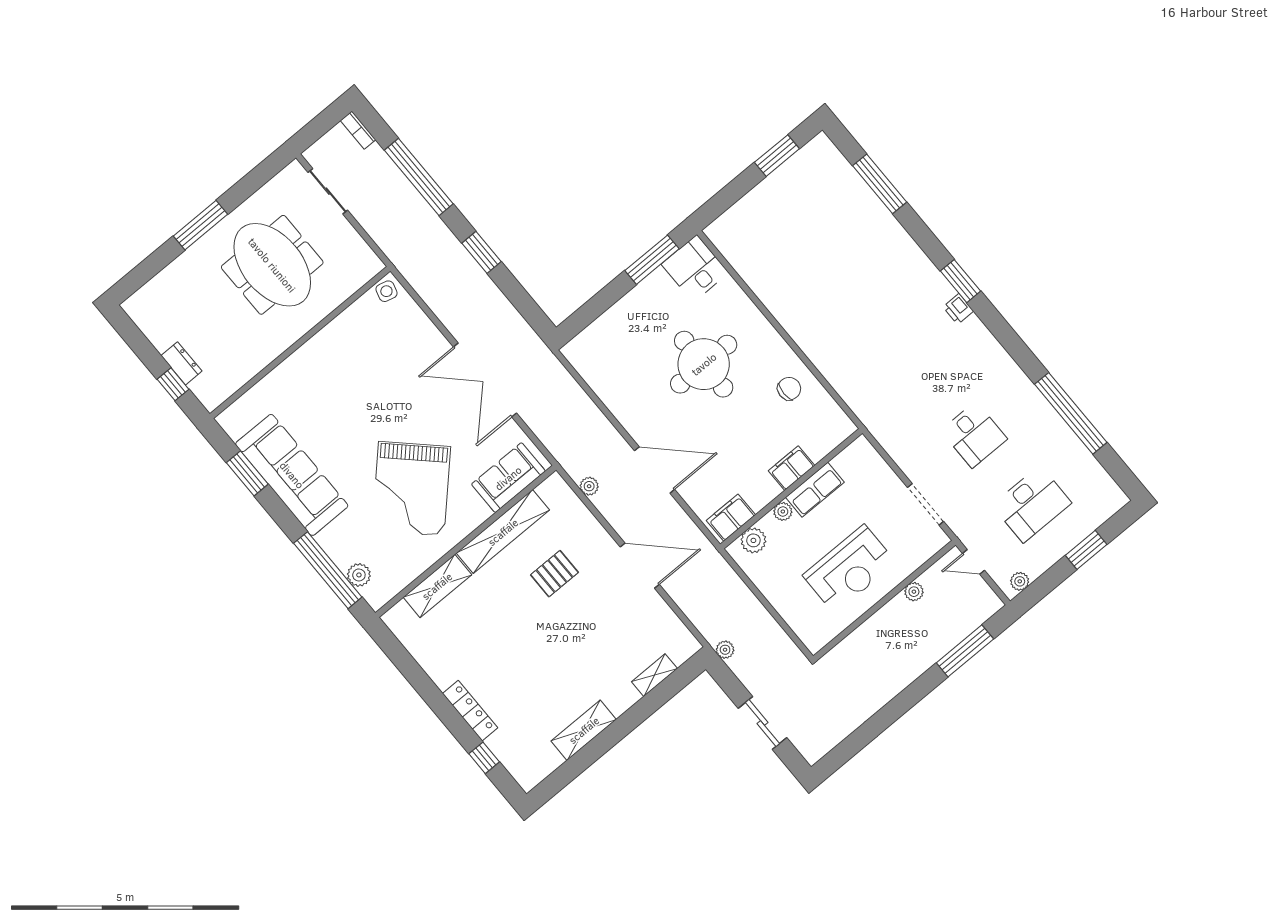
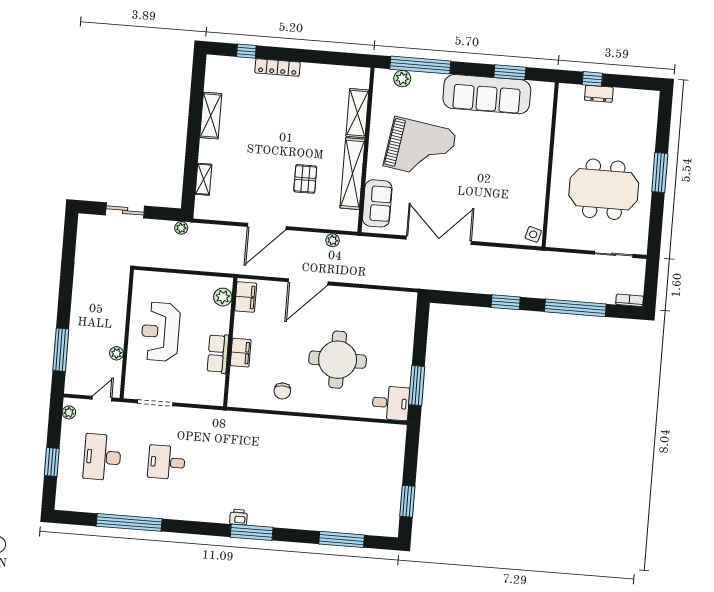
window: (961, 281) -> (252, 532), width x1.44
grand piano: (411, 489) -> (420, 148), turned 145
plant: (783, 511) -> (223, 326), removed

